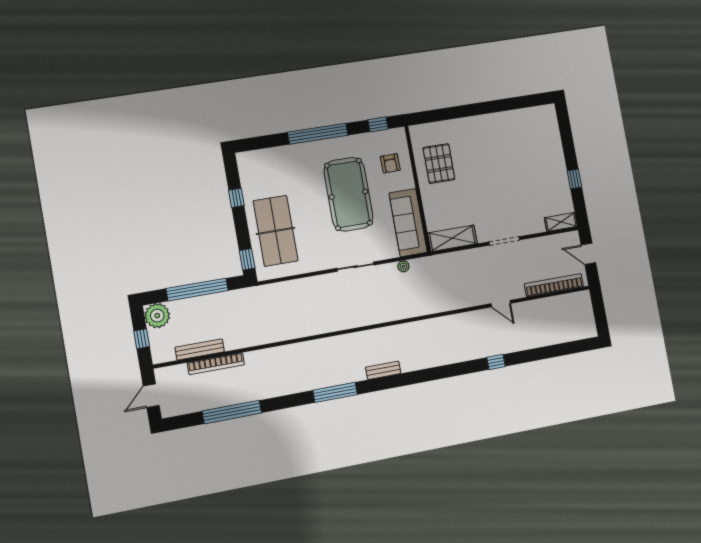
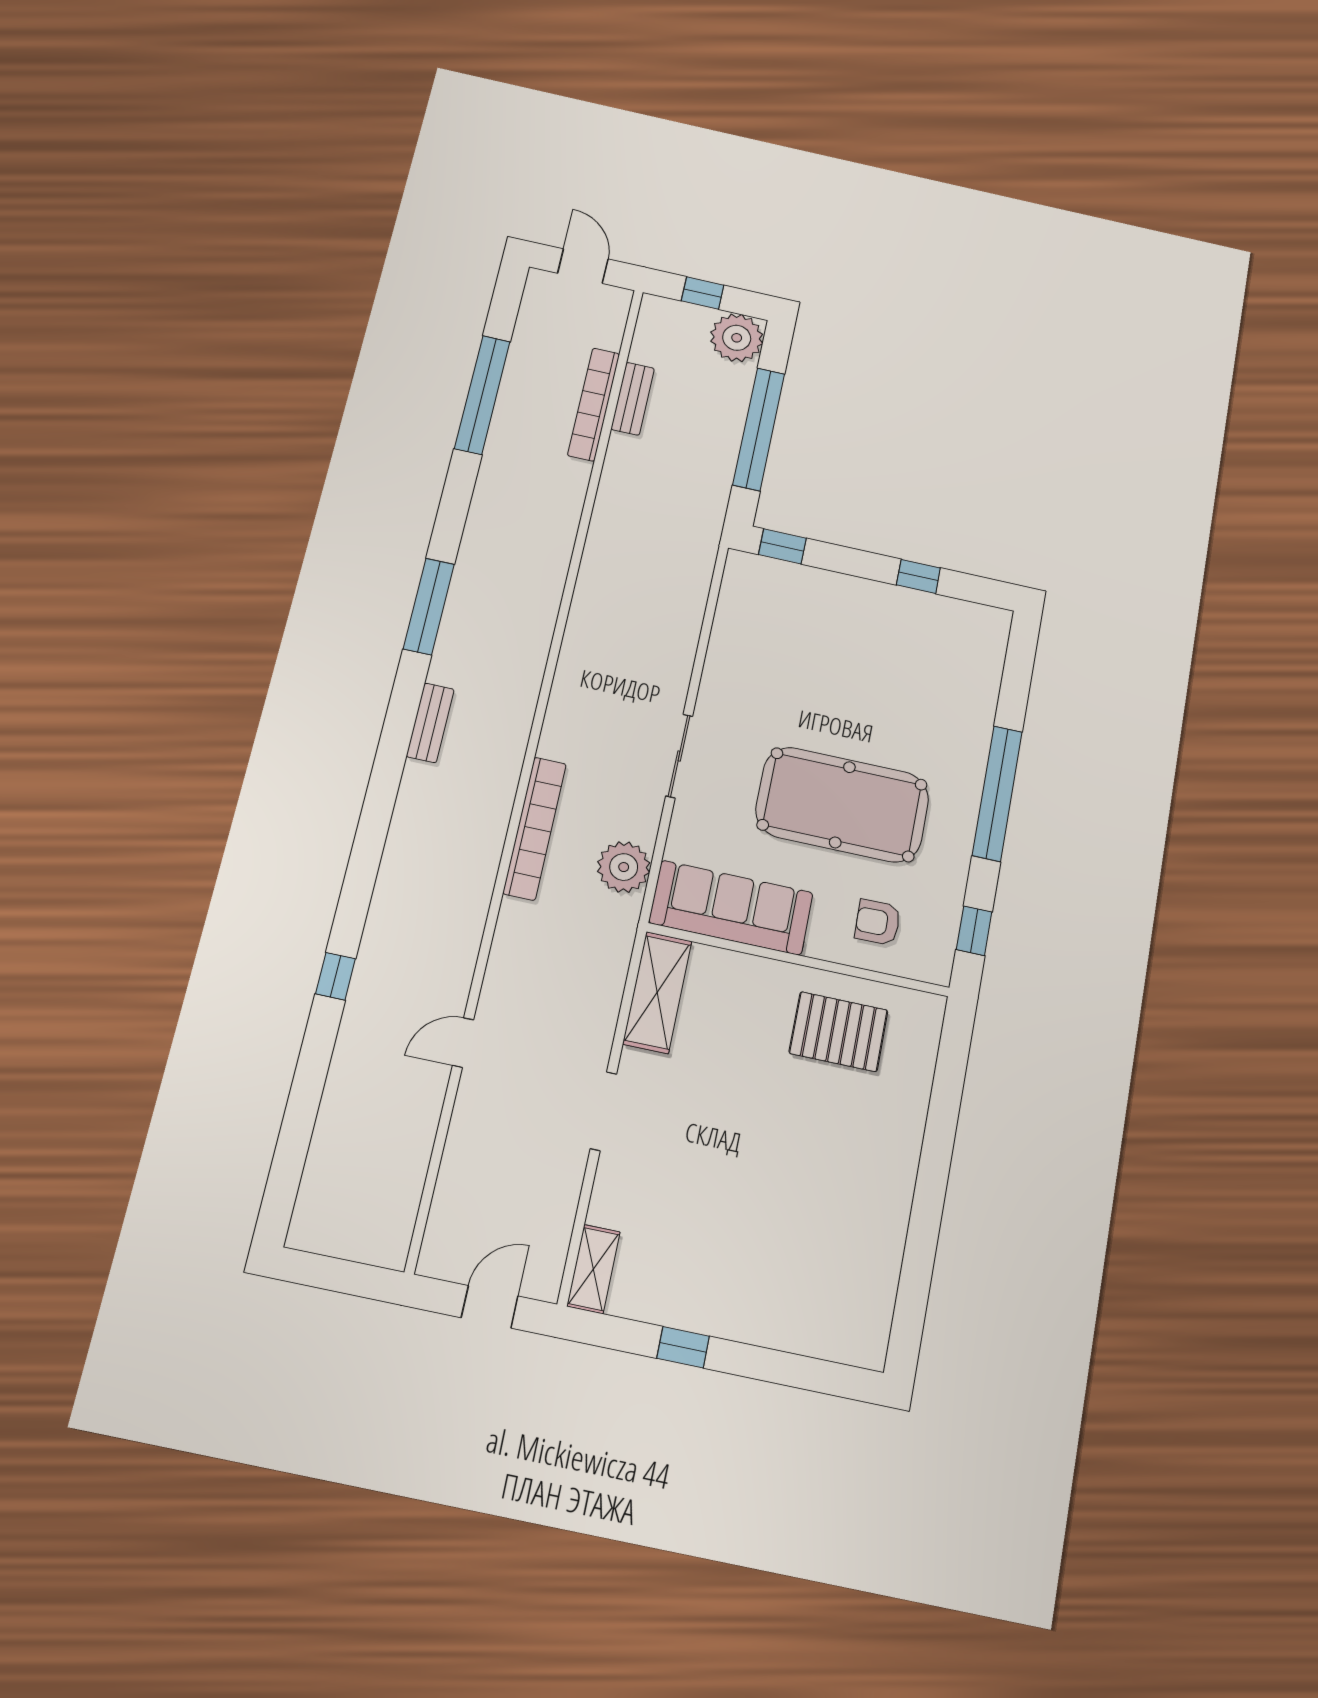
table tennis table: (276, 231) -> (820, 625), removed
plant: (403, 266) -> (624, 867), width x1.88, depth x1.88
bookcase: (554, 285) -> (535, 828), moved
bench: (200, 350) -> (633, 399), width x0.73

